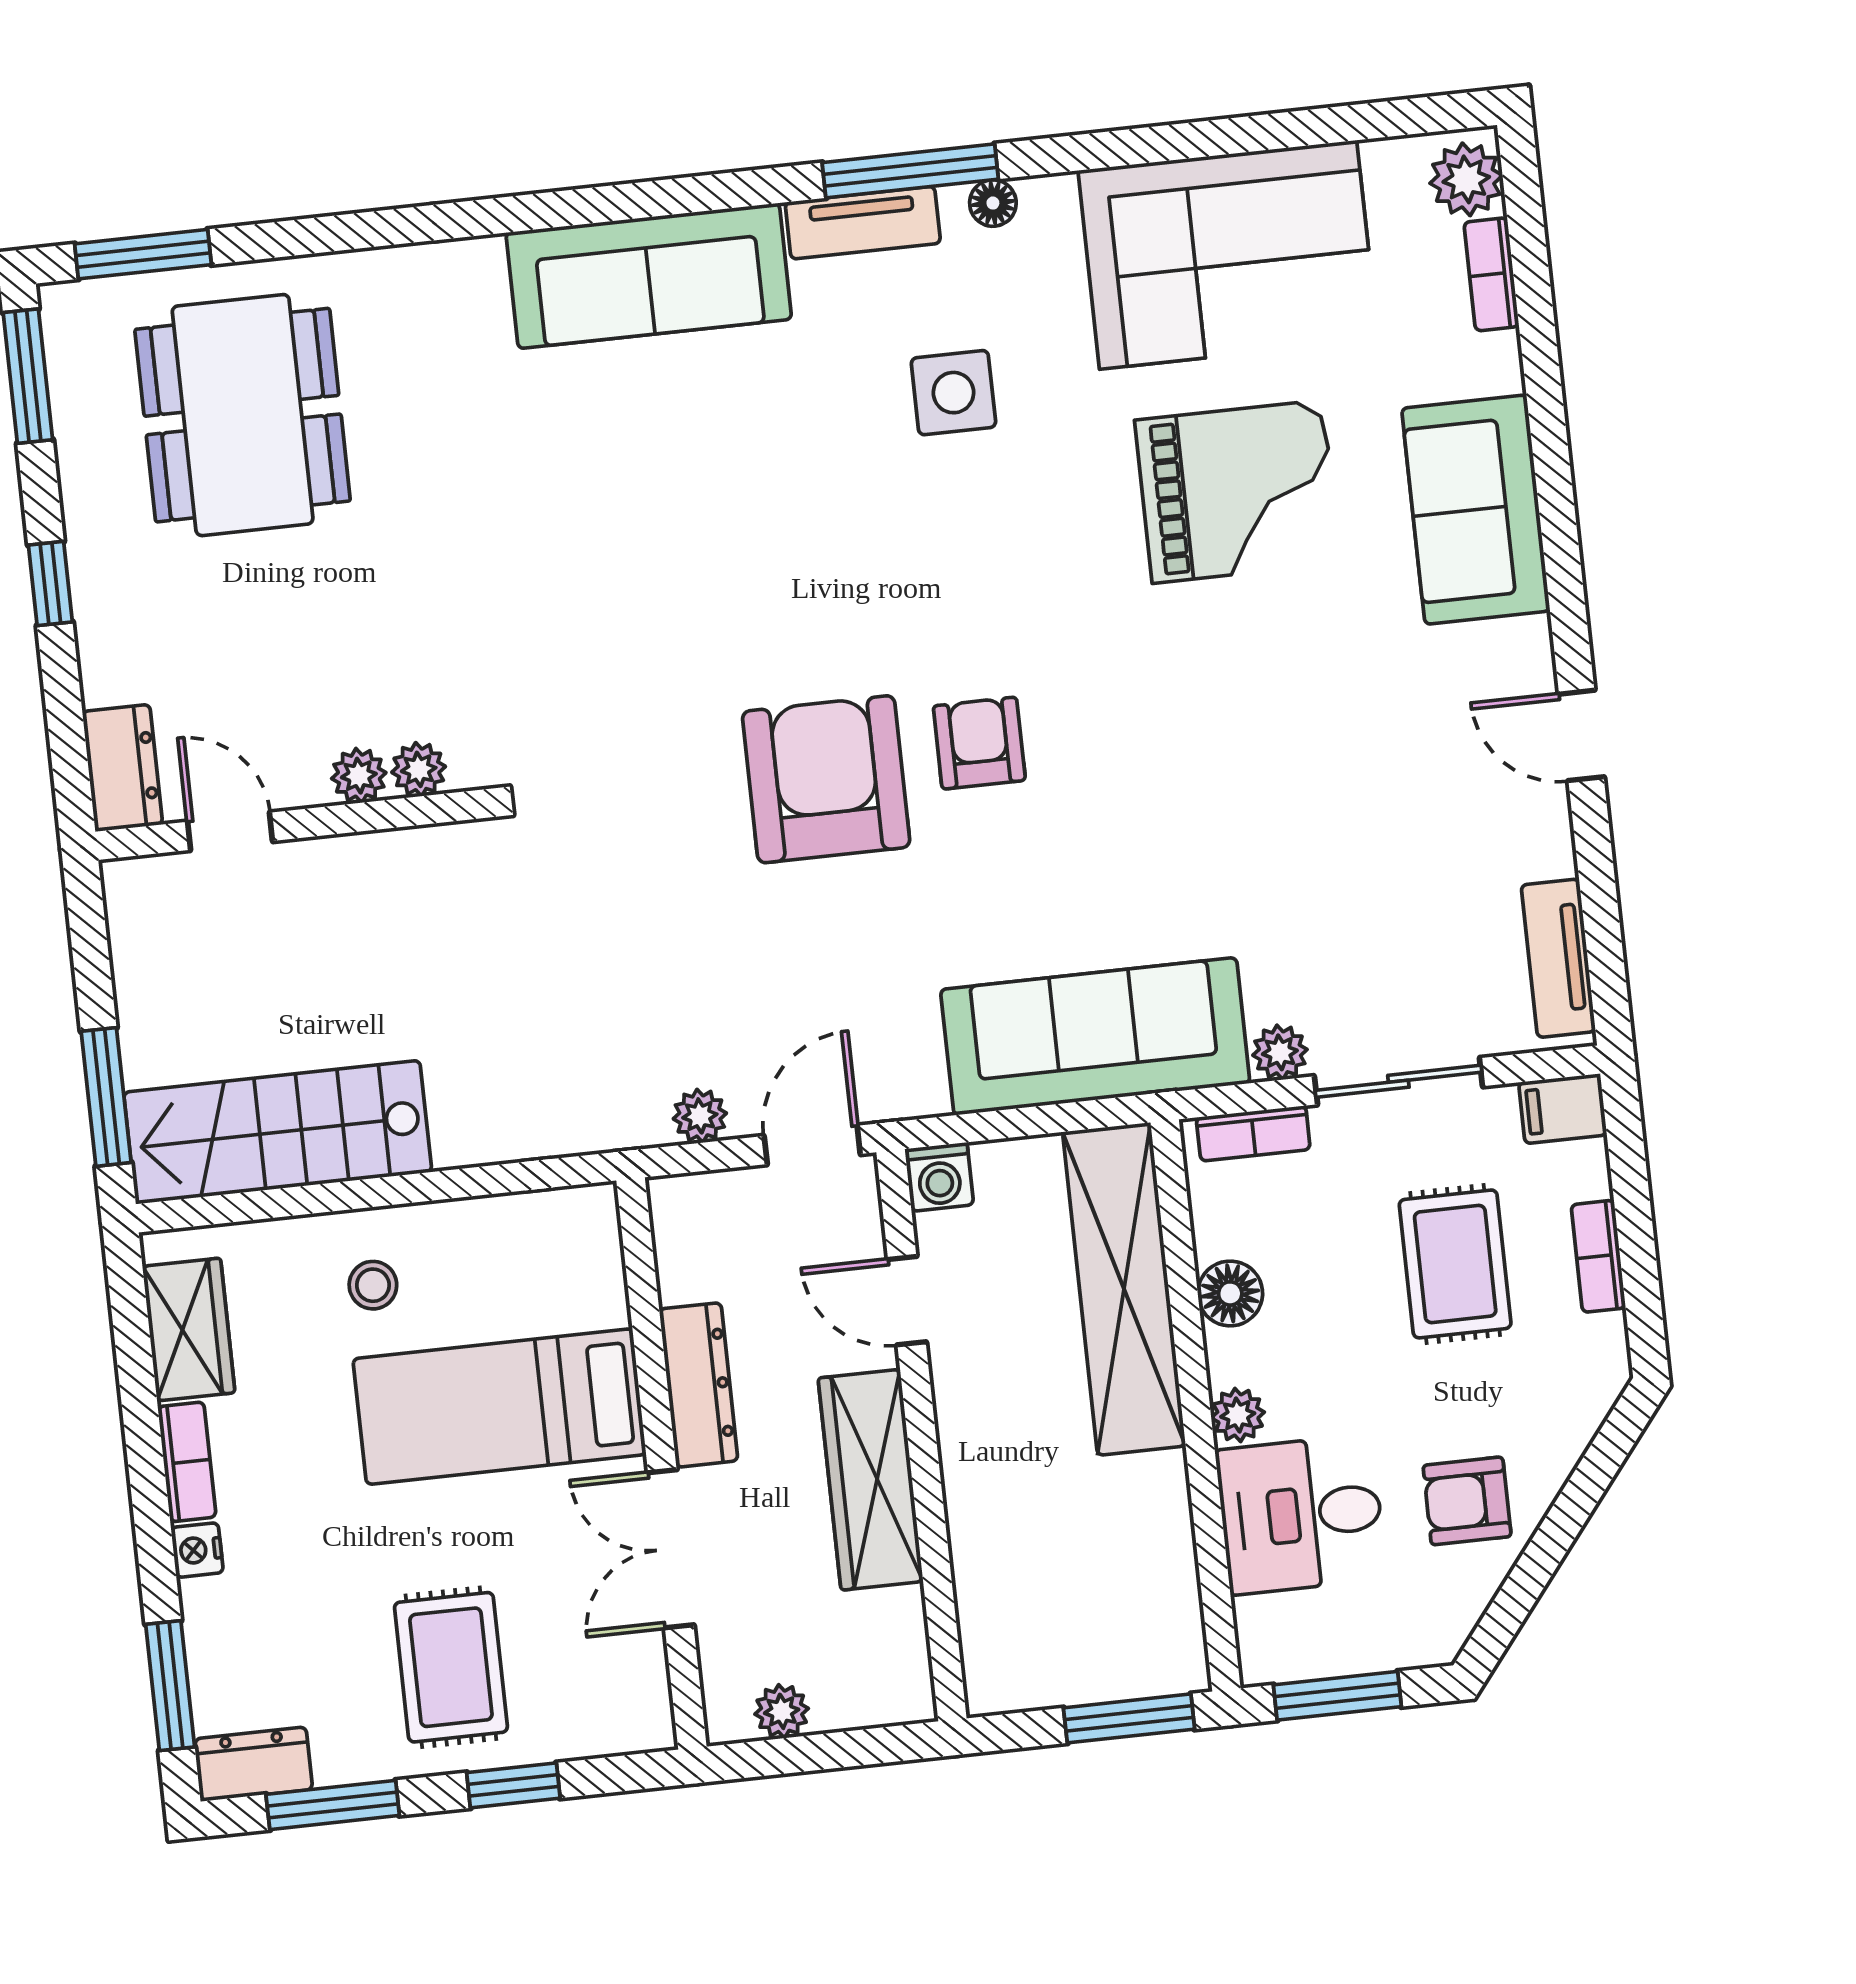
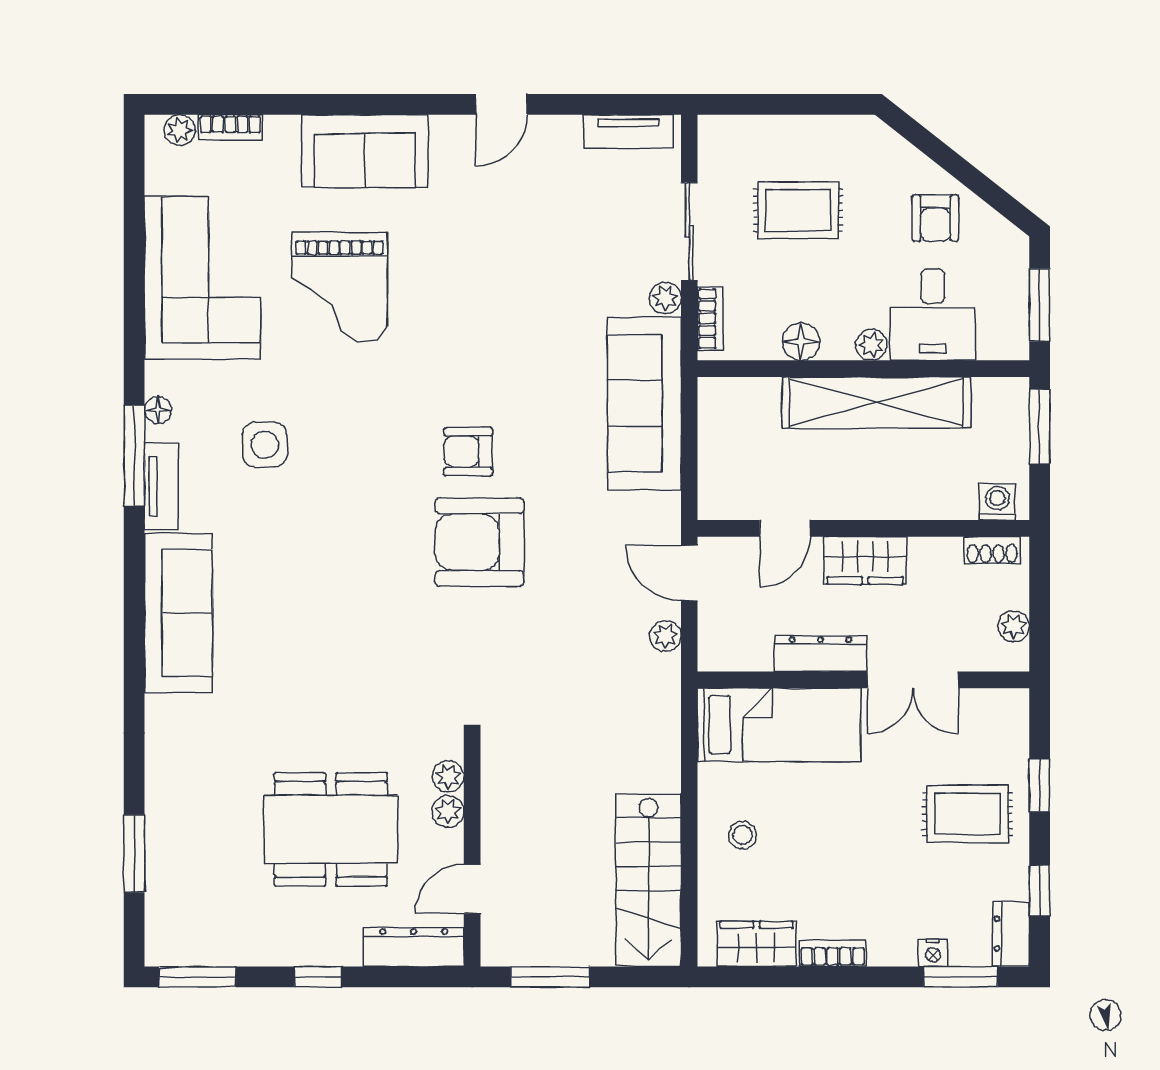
plant: (1466, 179) -> (180, 130), width x0.73, depth x0.73
window: (143, 254) -> (134, 854), moved
dining table: (243, 415) -> (331, 829), moved
grand piano: (1238, 492) -> (340, 287), turned 180
dresser: (122, 768) -> (414, 947), width x1.44
window: (106, 1097) -> (550, 977), moved
filing cabinet: (1563, 1109) -> (715, 138), removed
washing machine: (939, 1177) -> (997, 502), moved, turned -90
bookcase: (1598, 1256) -> (803, 127), removed
shelving: (1124, 1289) -> (876, 402), moved
bed: (499, 1407) -> (779, 725), moved, turned -90
wardrobe: (871, 1480) -> (865, 560), width x0.67
nightstand: (197, 1550) -> (933, 953), moved
shoe rack: (908, 1660) -> (992, 550), added
window: (333, 1805) -> (1040, 891), width x0.67

